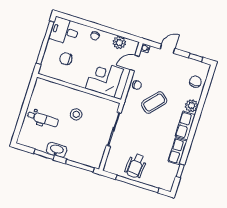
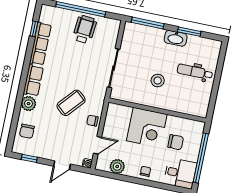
corner desk: (104, 79) -> (147, 128), moved
row of seats: (178, 151) -> (40, 44), width x1.48

